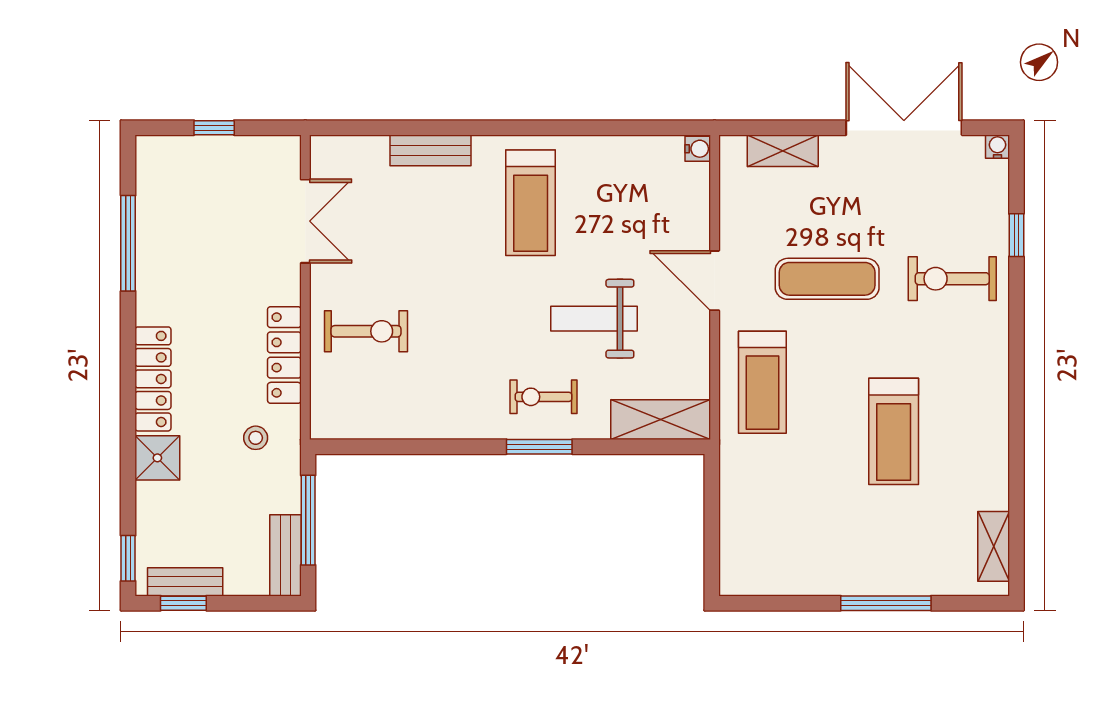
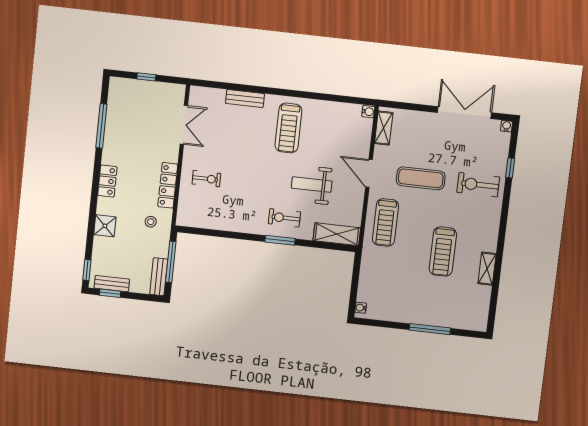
shelving: (783, 151) -> (384, 128), moved, turned 90
exercise bike: (366, 331) -> (206, 179), width x0.73, depth x0.72
locker: (153, 379) -> (107, 181), width x0.66
shelving: (994, 546) -> (487, 269), moved
water cooler: (730, 573) -> (361, 308), added

